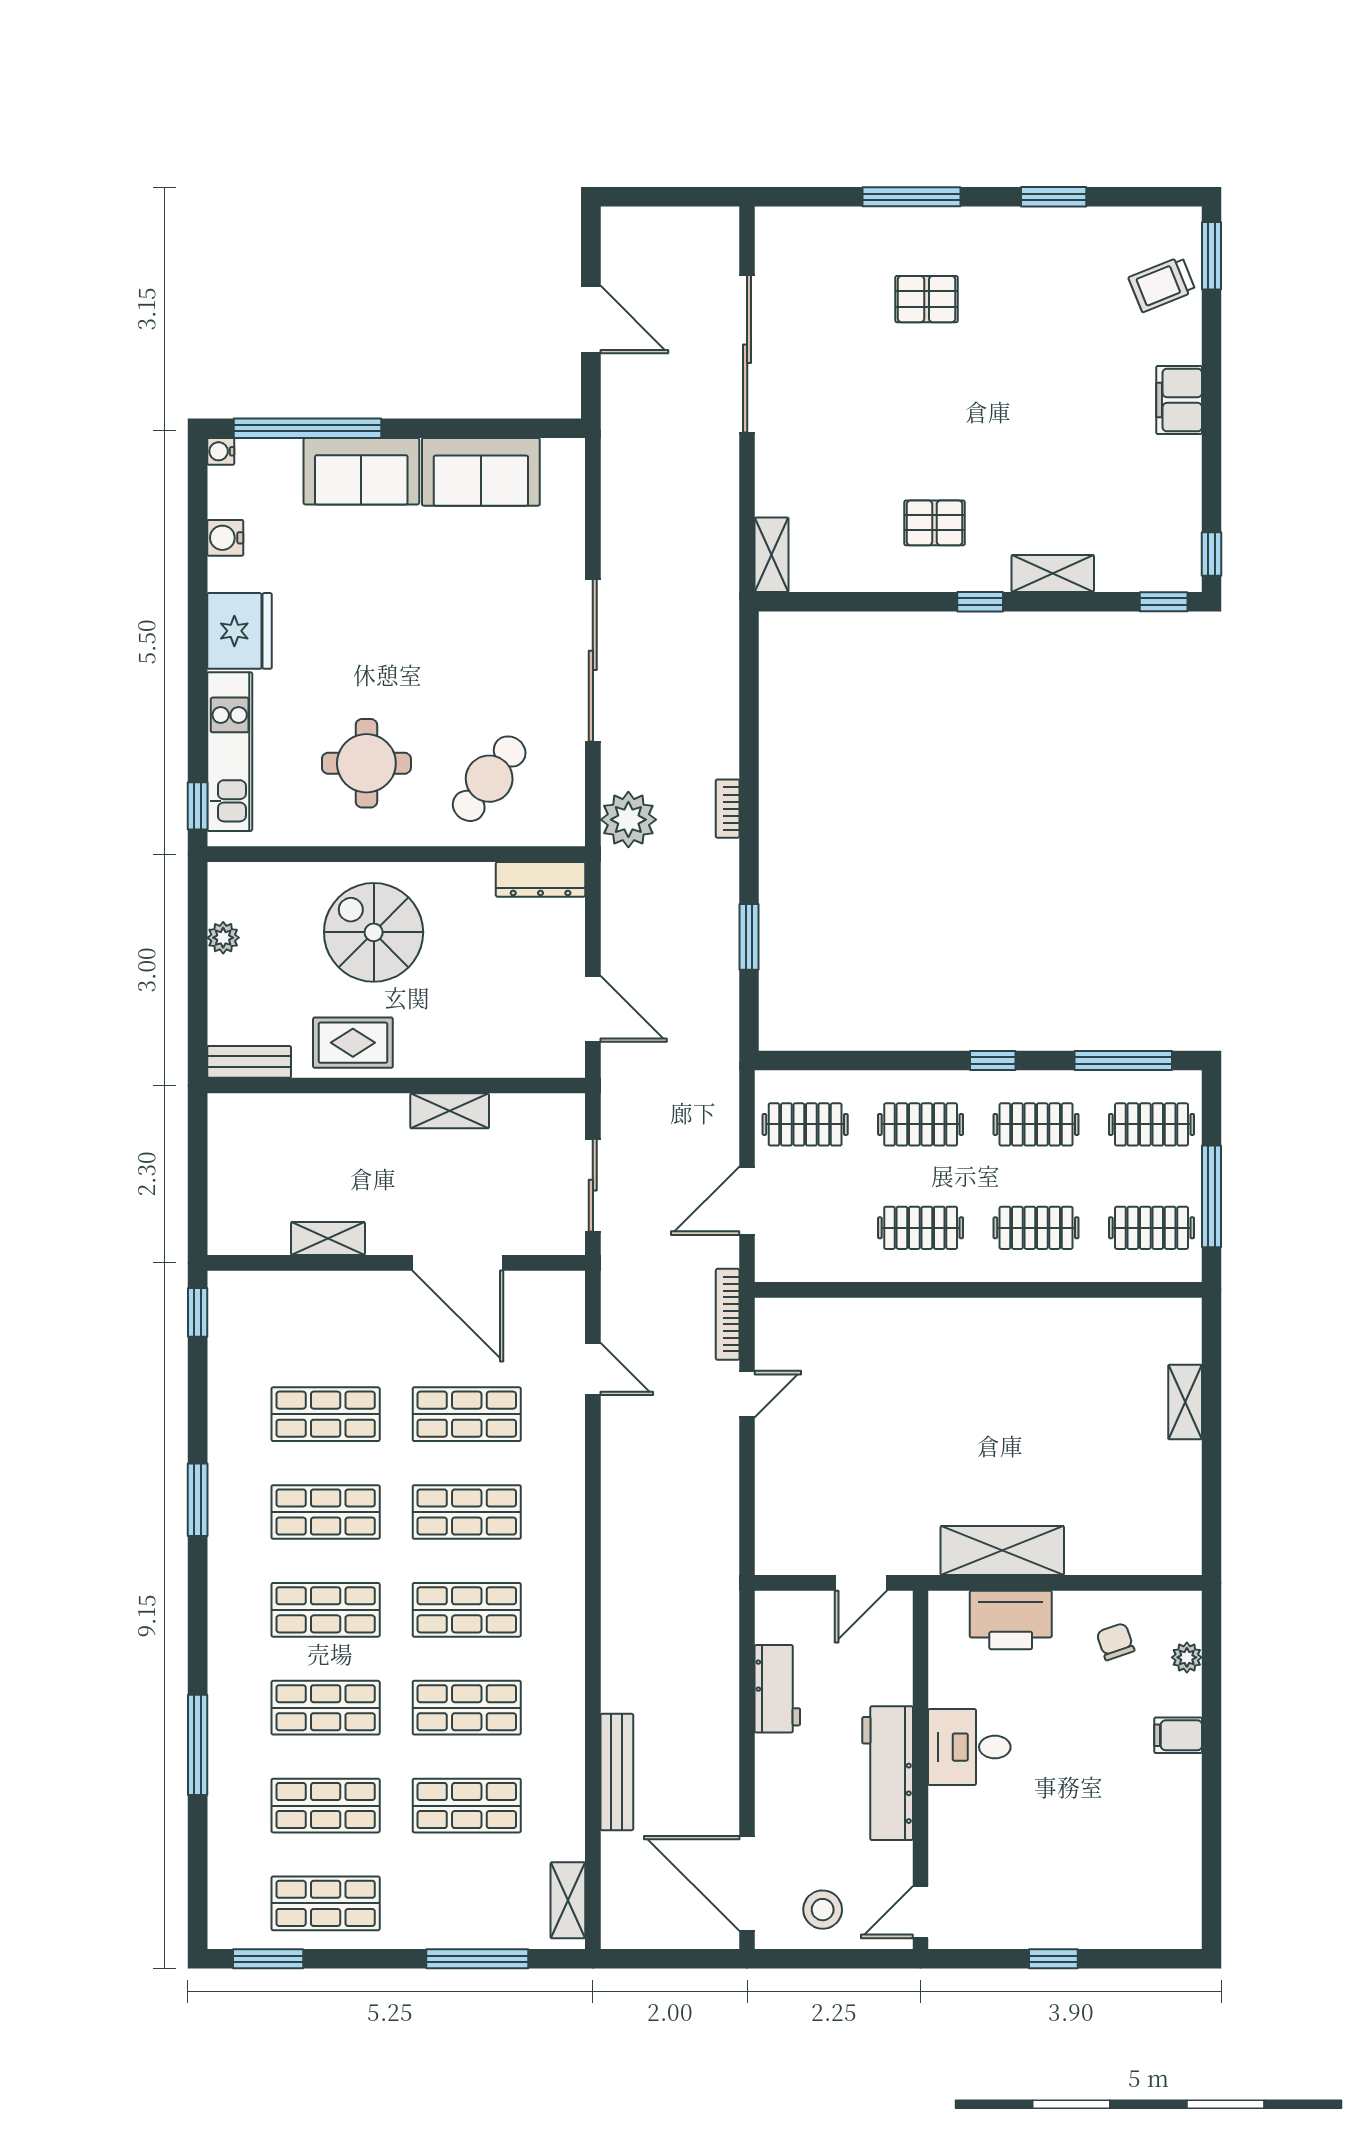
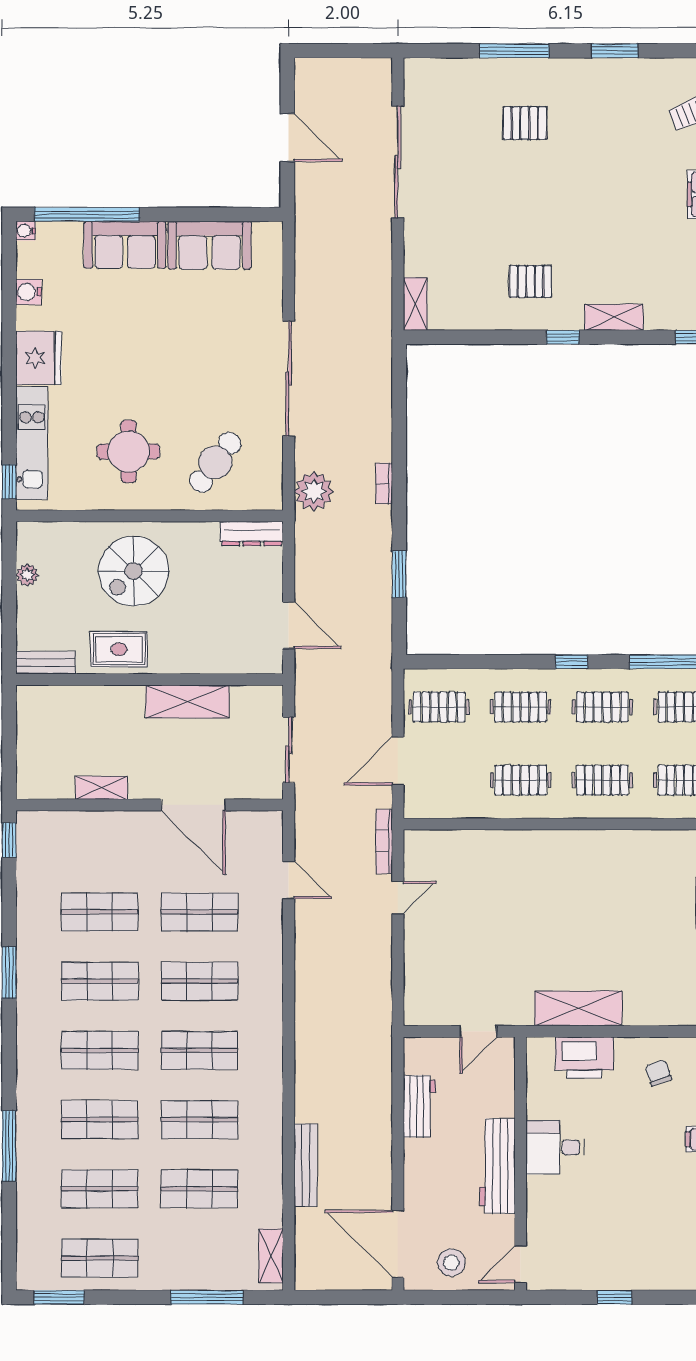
spiral stairs: (374, 932) -> (134, 571), turned -90
shelving: (450, 1111) -> (187, 702), width x1.50, depth x1.33

